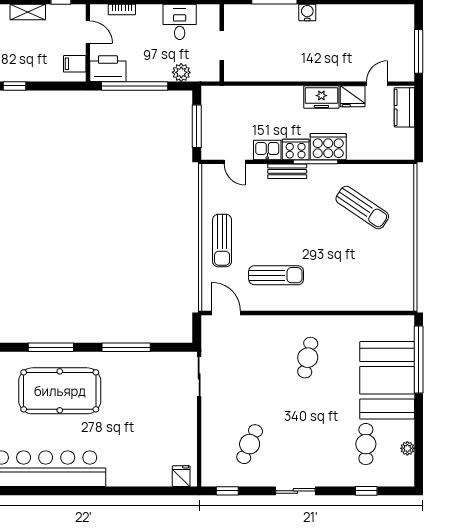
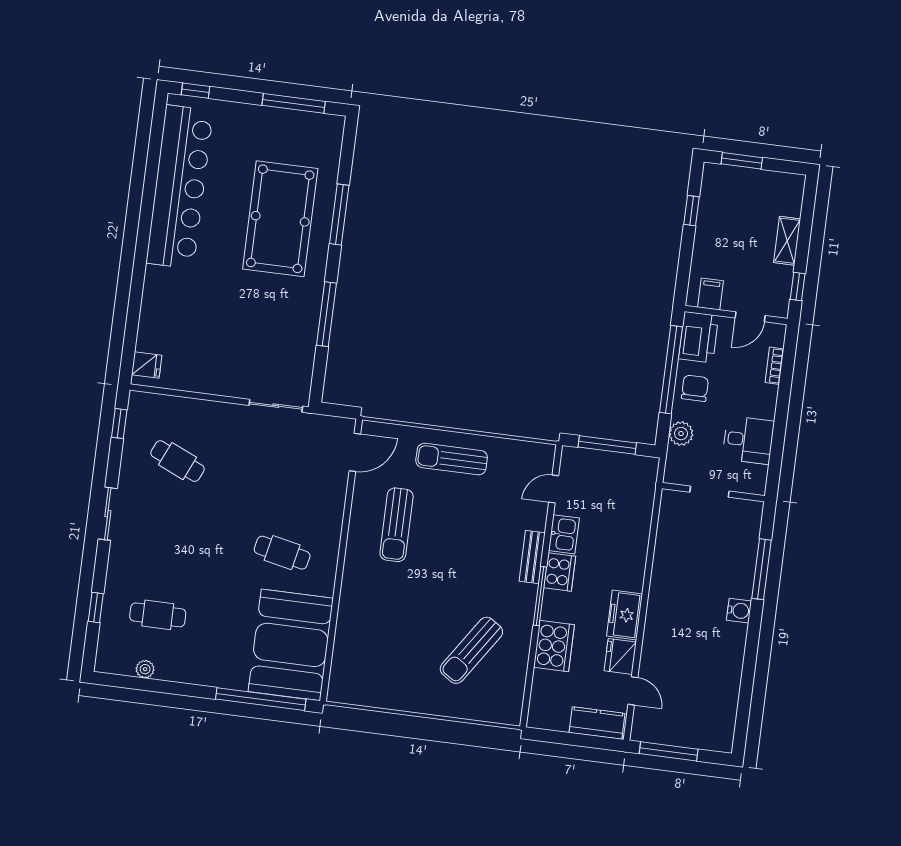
chair: (146, 66) -> (695, 388), added
cooker: (328, 147) -> (554, 646), moved
booth: (387, 380) -> (291, 645), moved, turned 90

